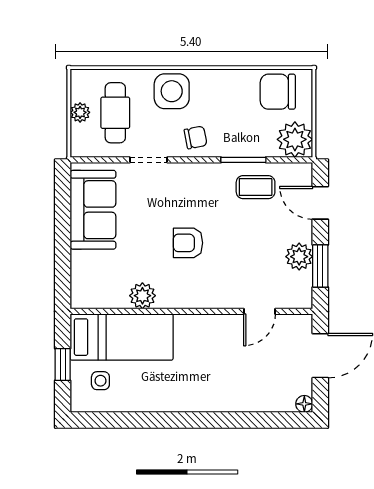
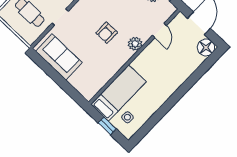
plant: (80, 112) -> (17, 26), removed
plant: (142, 296) -> (135, 44), moved
floor lamp: (304, 404) -> (206, 47), width x1.89, depth x1.89

